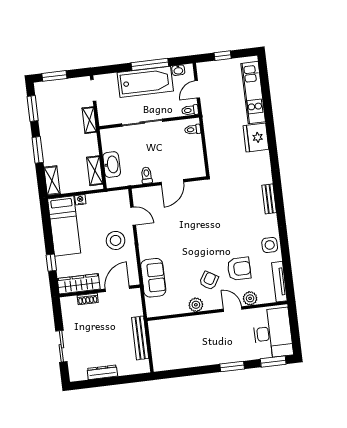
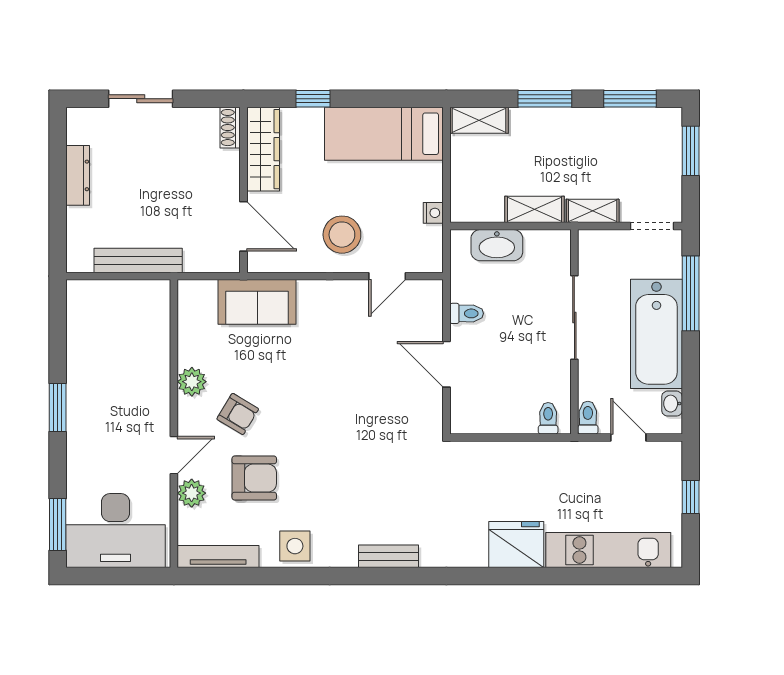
window: (150, 64) -> (691, 293), moved
shelving: (95, 171) -> (535, 209), moved
nightstand: (80, 200) -> (433, 213), moved
armchair: (239, 269) -> (254, 478), turned -90
shoe rack: (88, 299) -> (230, 128), moved
window: (232, 366) -> (58, 408), moved

